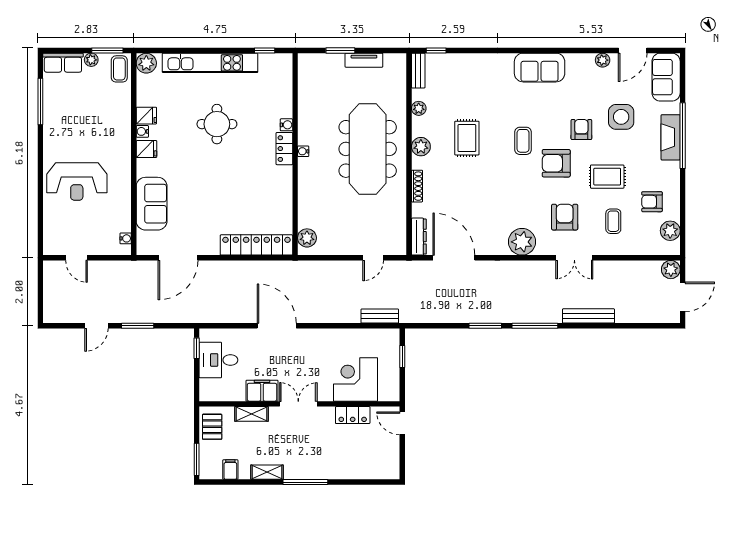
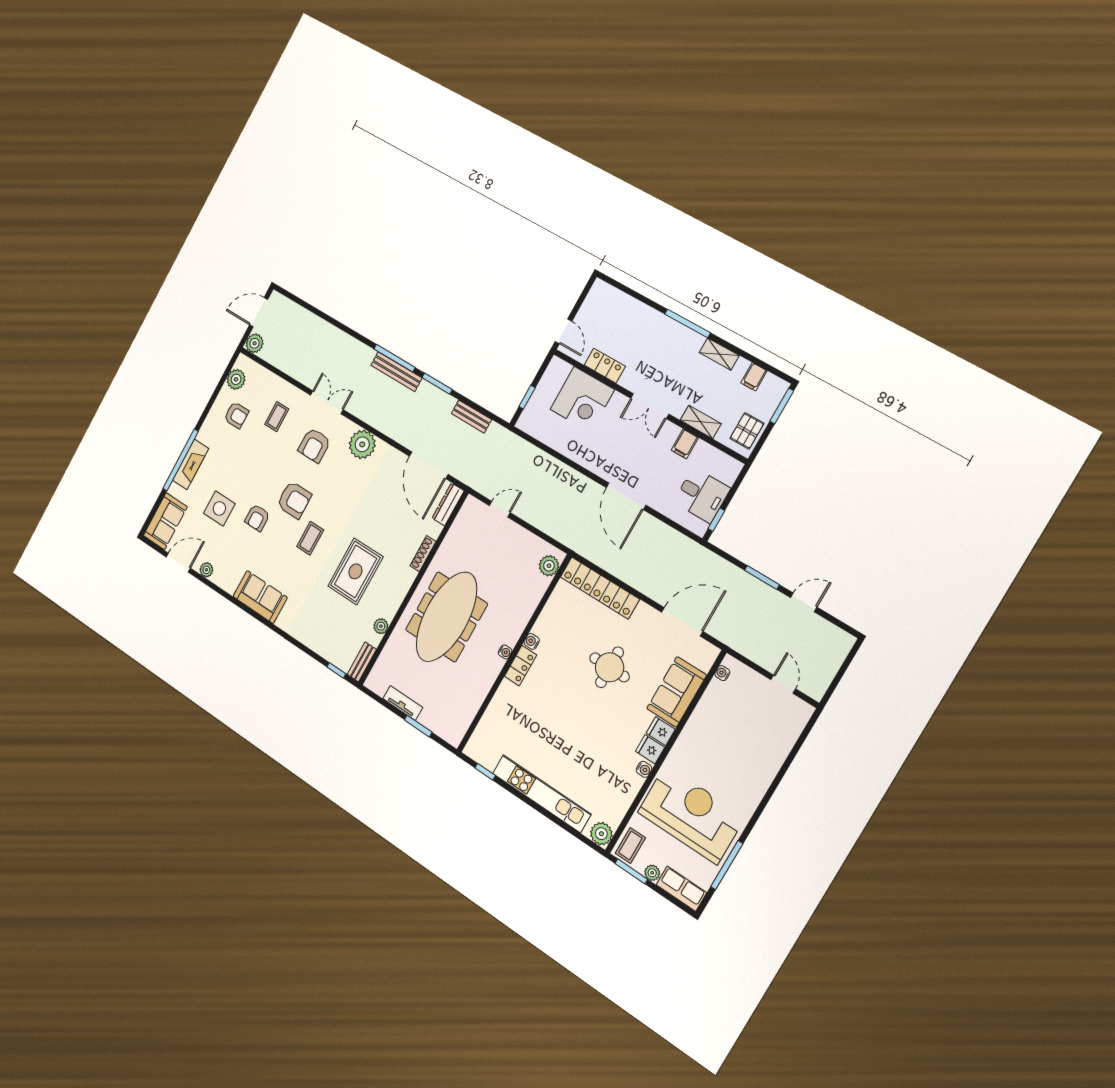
fridge: (146, 116) -> (661, 731), moved
round table: (217, 124) -> (610, 667), moved
water cooler: (286, 125) -> (532, 641), moved
rug: (467, 138) -> (355, 571), width x1.36, depth x1.43
plant: (421, 147) -> (399, 589), removed
rug: (607, 177) -> (260, 461), removed
reception desk: (77, 182) -> (691, 815), moved, width x1.36, depth x1.30
bench: (380, 316) -> (471, 416), moved
bench: (588, 316) -> (396, 372), moved
filing cabinet: (262, 391) -> (685, 444), width x0.50

